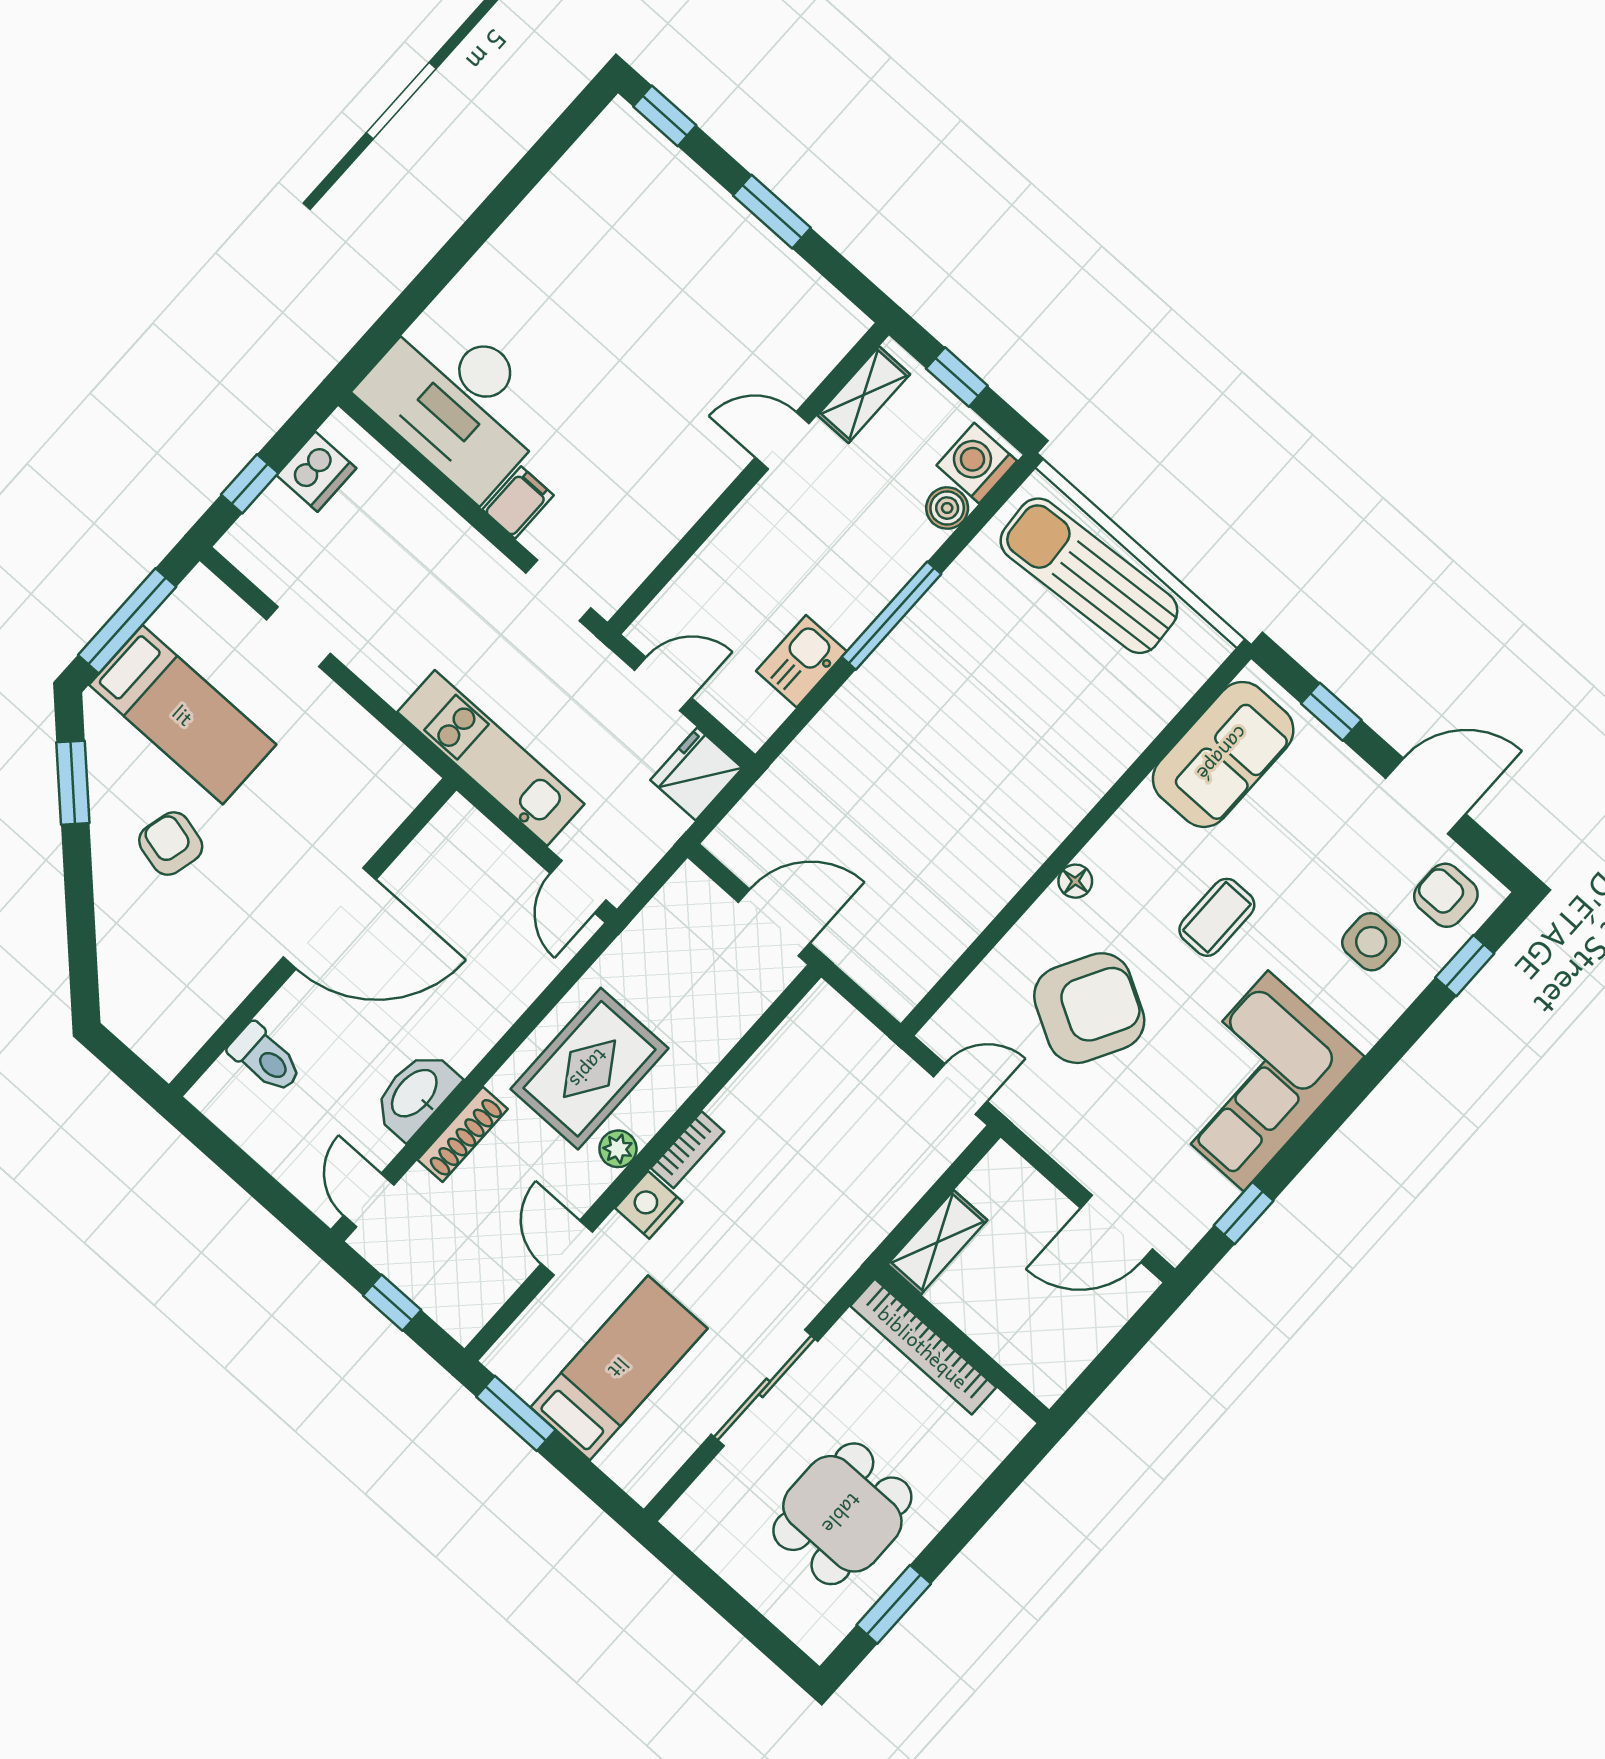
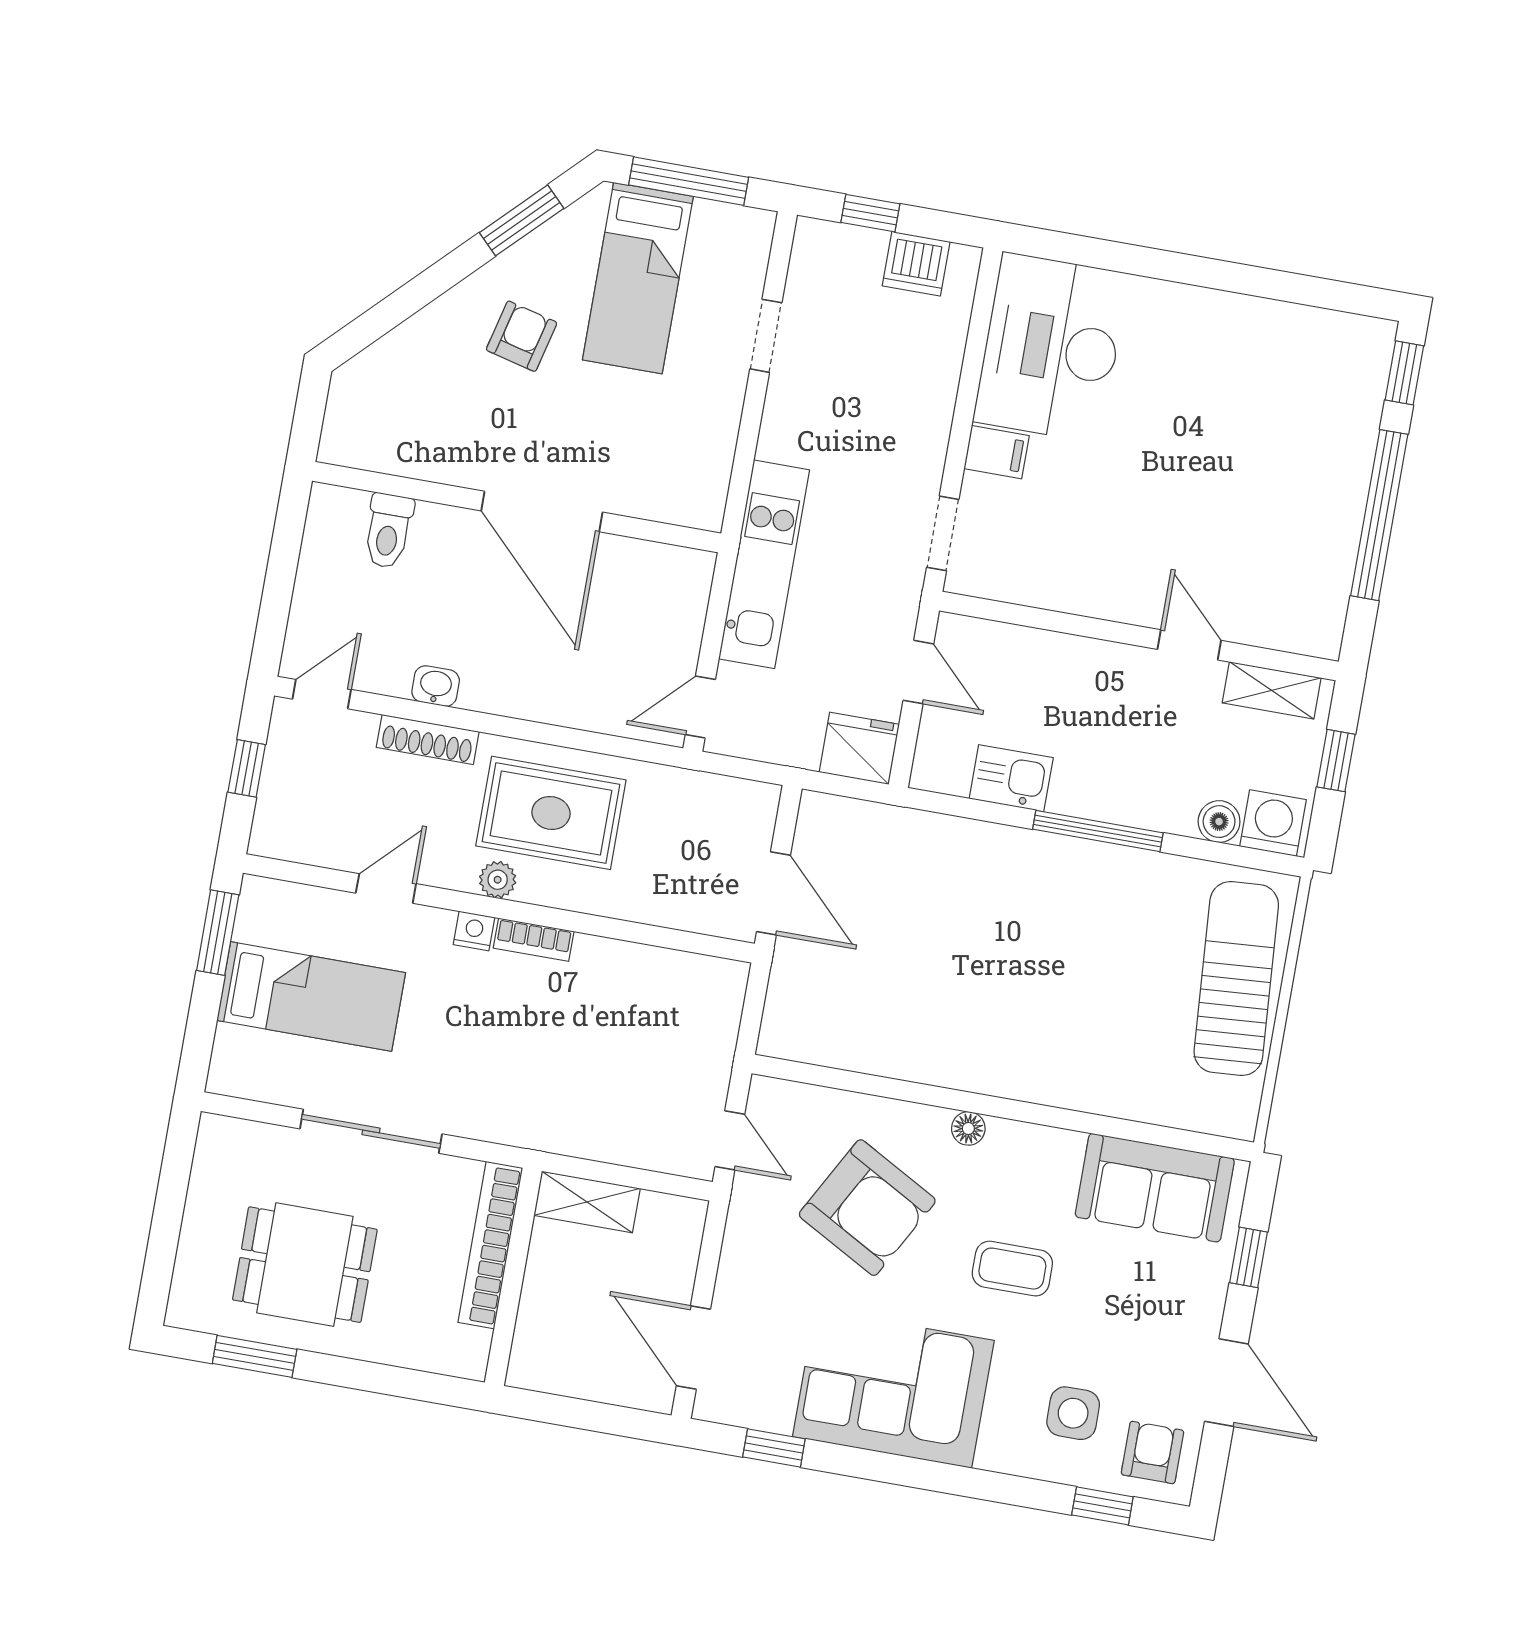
window: (772, 212) -> (1379, 515), width x2.11
washbasin: (415, 1094) -> (436, 686), width x0.52, depth x0.69
nightstand: (649, 1205) -> (474, 931), width x0.72, depth x0.74

